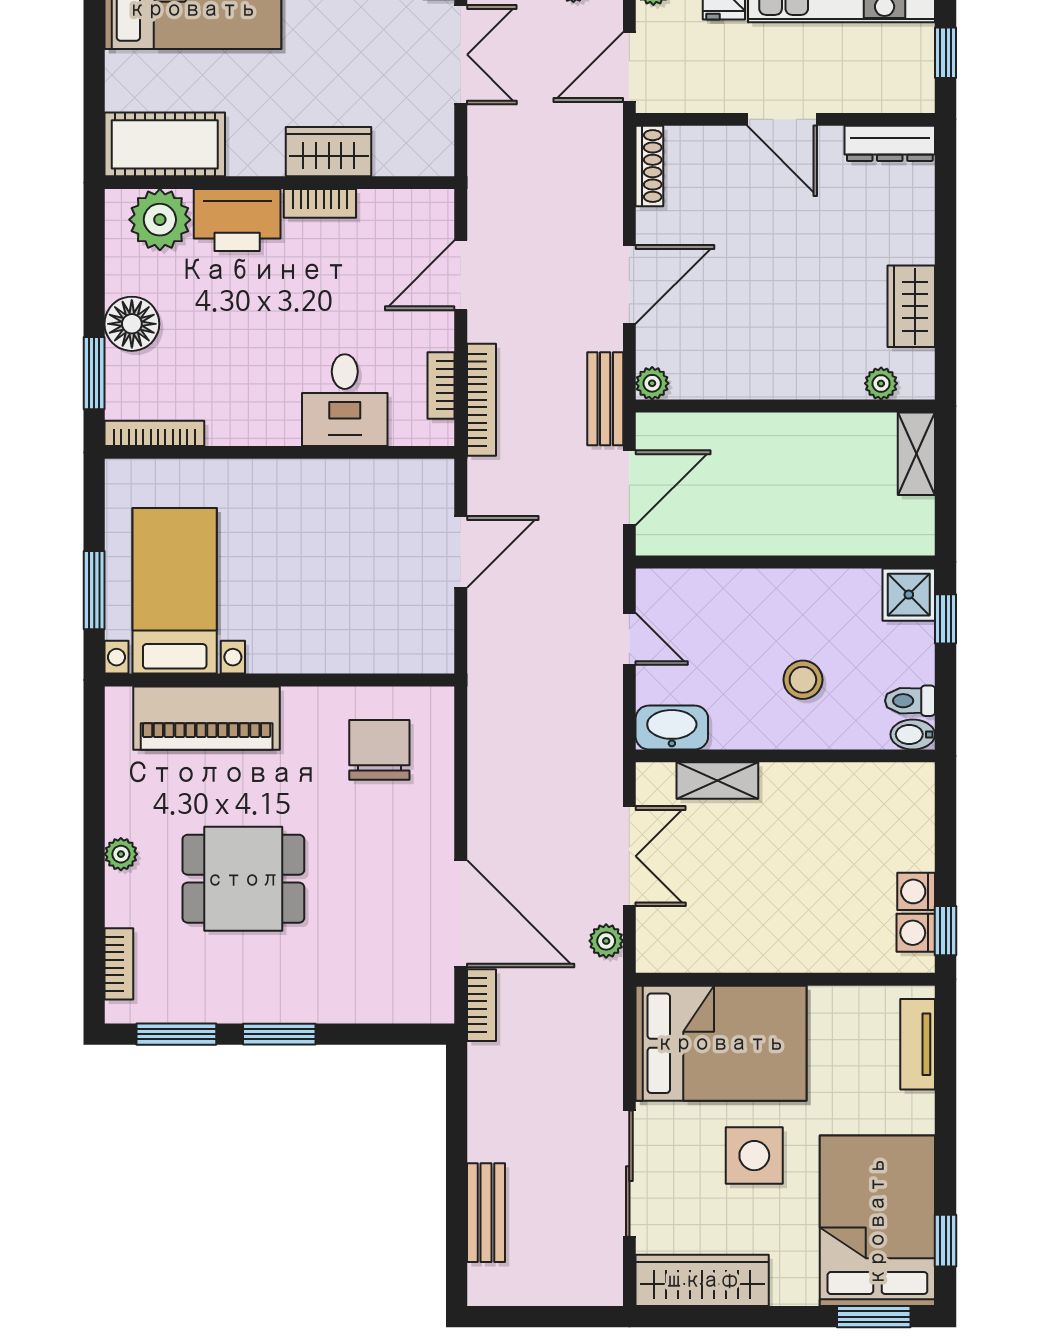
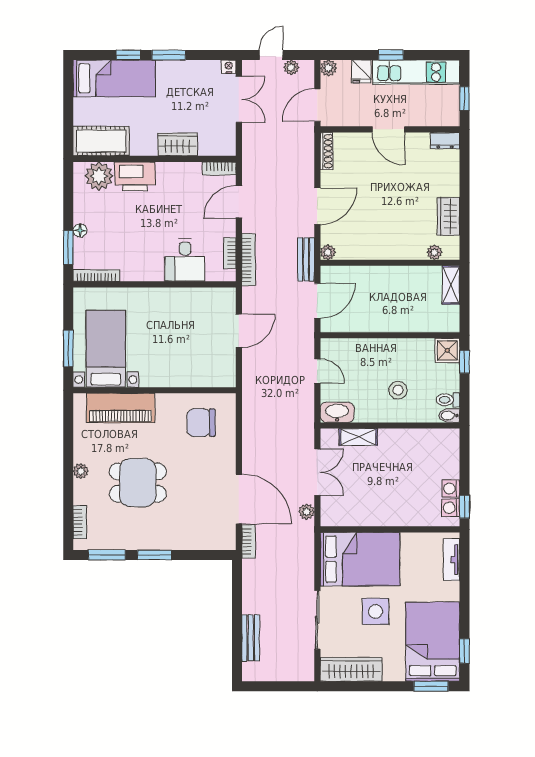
dresser: (890, 143) -> (445, 141), width x0.70
bookcase: (320, 203) -> (219, 168), moved
floor lamp: (132, 324) -> (80, 230), width x0.53, depth x0.53
chair: (379, 750) -> (201, 423), turned -90

